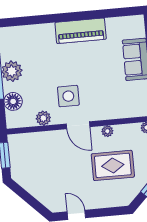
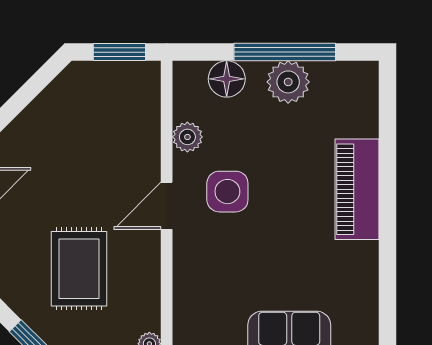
piano: (81, 31) -> (357, 189), moved
plant: (107, 131) -> (149, 264), removed

